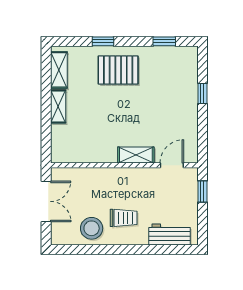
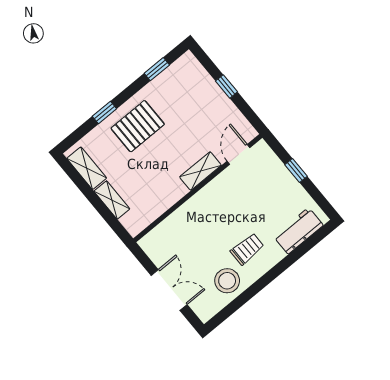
shelving: (136, 155) -> (200, 171), moved
wall: (124, 165) -> (198, 188), moved
door: (172, 165) -> (239, 154), moved

